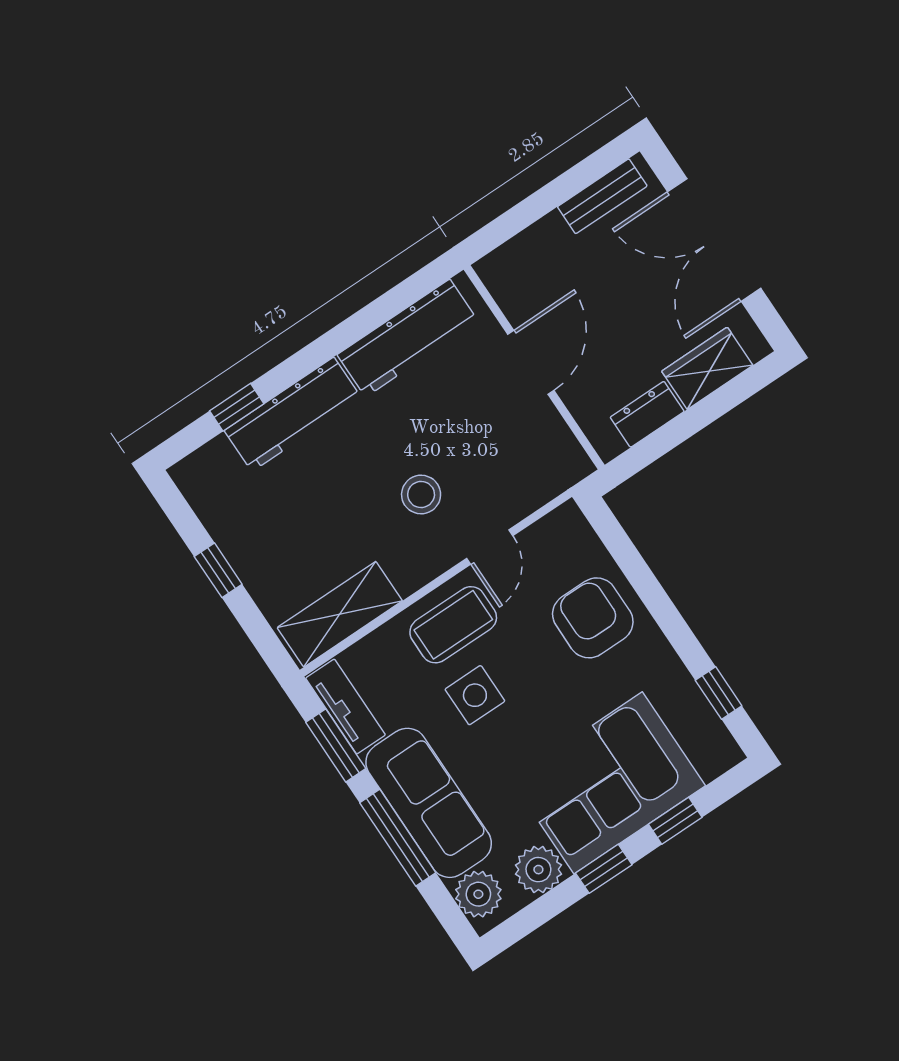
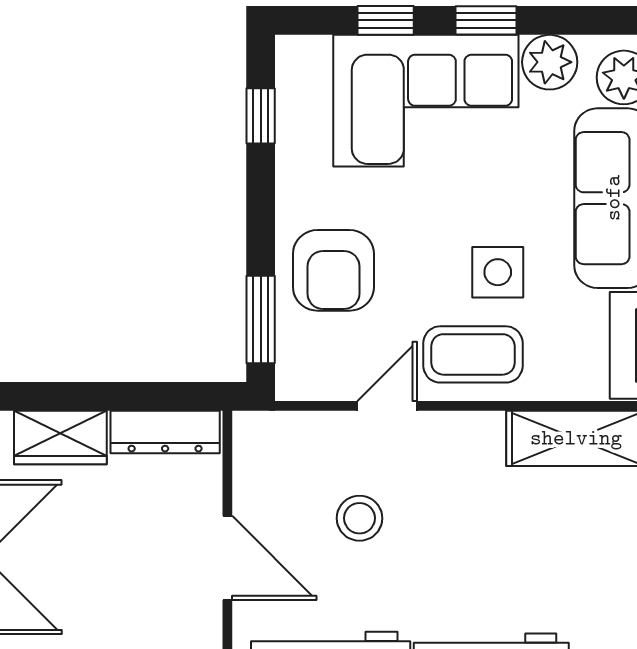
door: (531, 362) -> (227, 558), swing flipped
dresser: (647, 414) -> (165, 432), width x1.44
stool: (421, 495) -> (360, 518), moved
window: (621, 548) -> (261, 319), added

